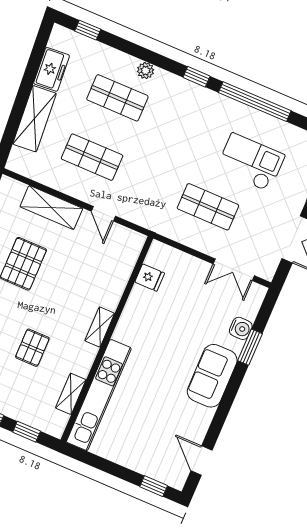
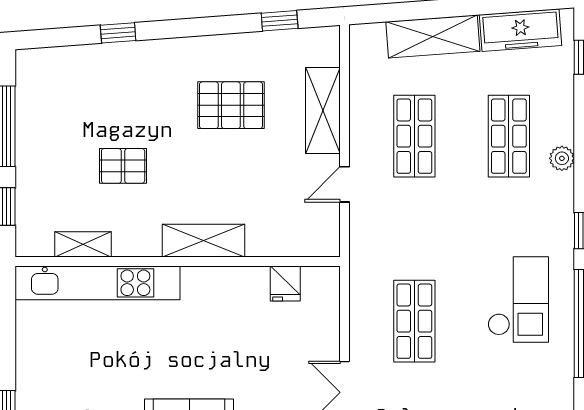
freezer: (52, 69) -> (521, 30), width x1.40
checkout: (251, 162) -> (518, 299), moved
shelving: (100, 327) -> (203, 241), width x1.50, depth x1.33

